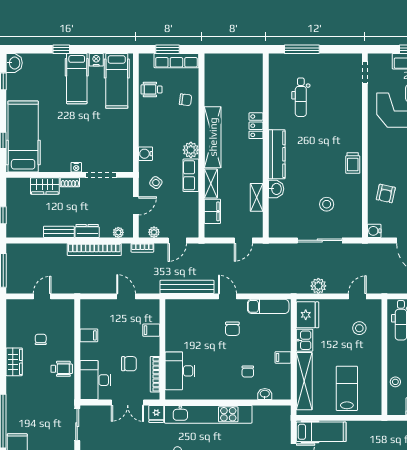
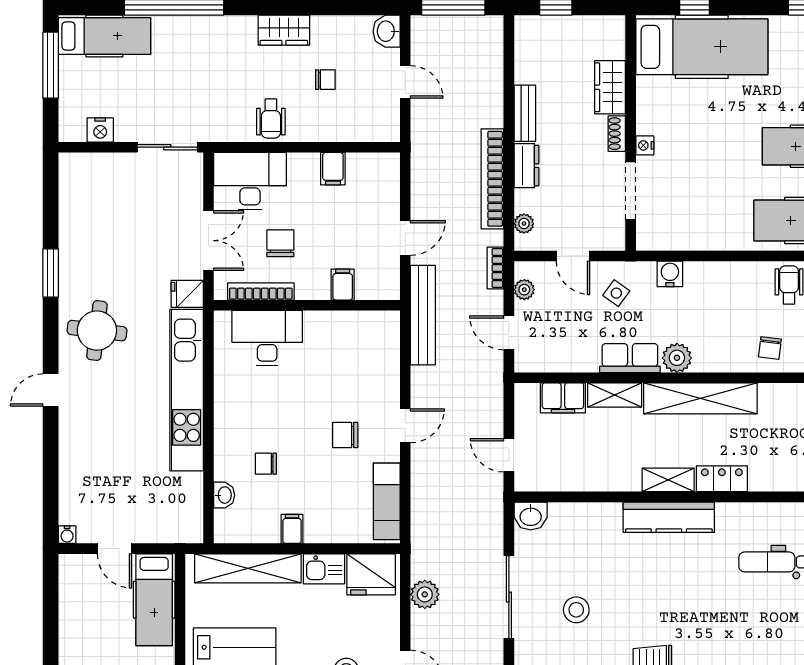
washbasin: (276, 189) -> (531, 516), moved
shelving: (257, 197) -> (668, 480), moved
bench: (187, 287) -> (423, 315), moved
washbasin: (15, 306) -> (387, 31), added
chair: (129, 364) -> (280, 243), turned 180
double door: (128, 402) -> (209, 241), swing flipped

